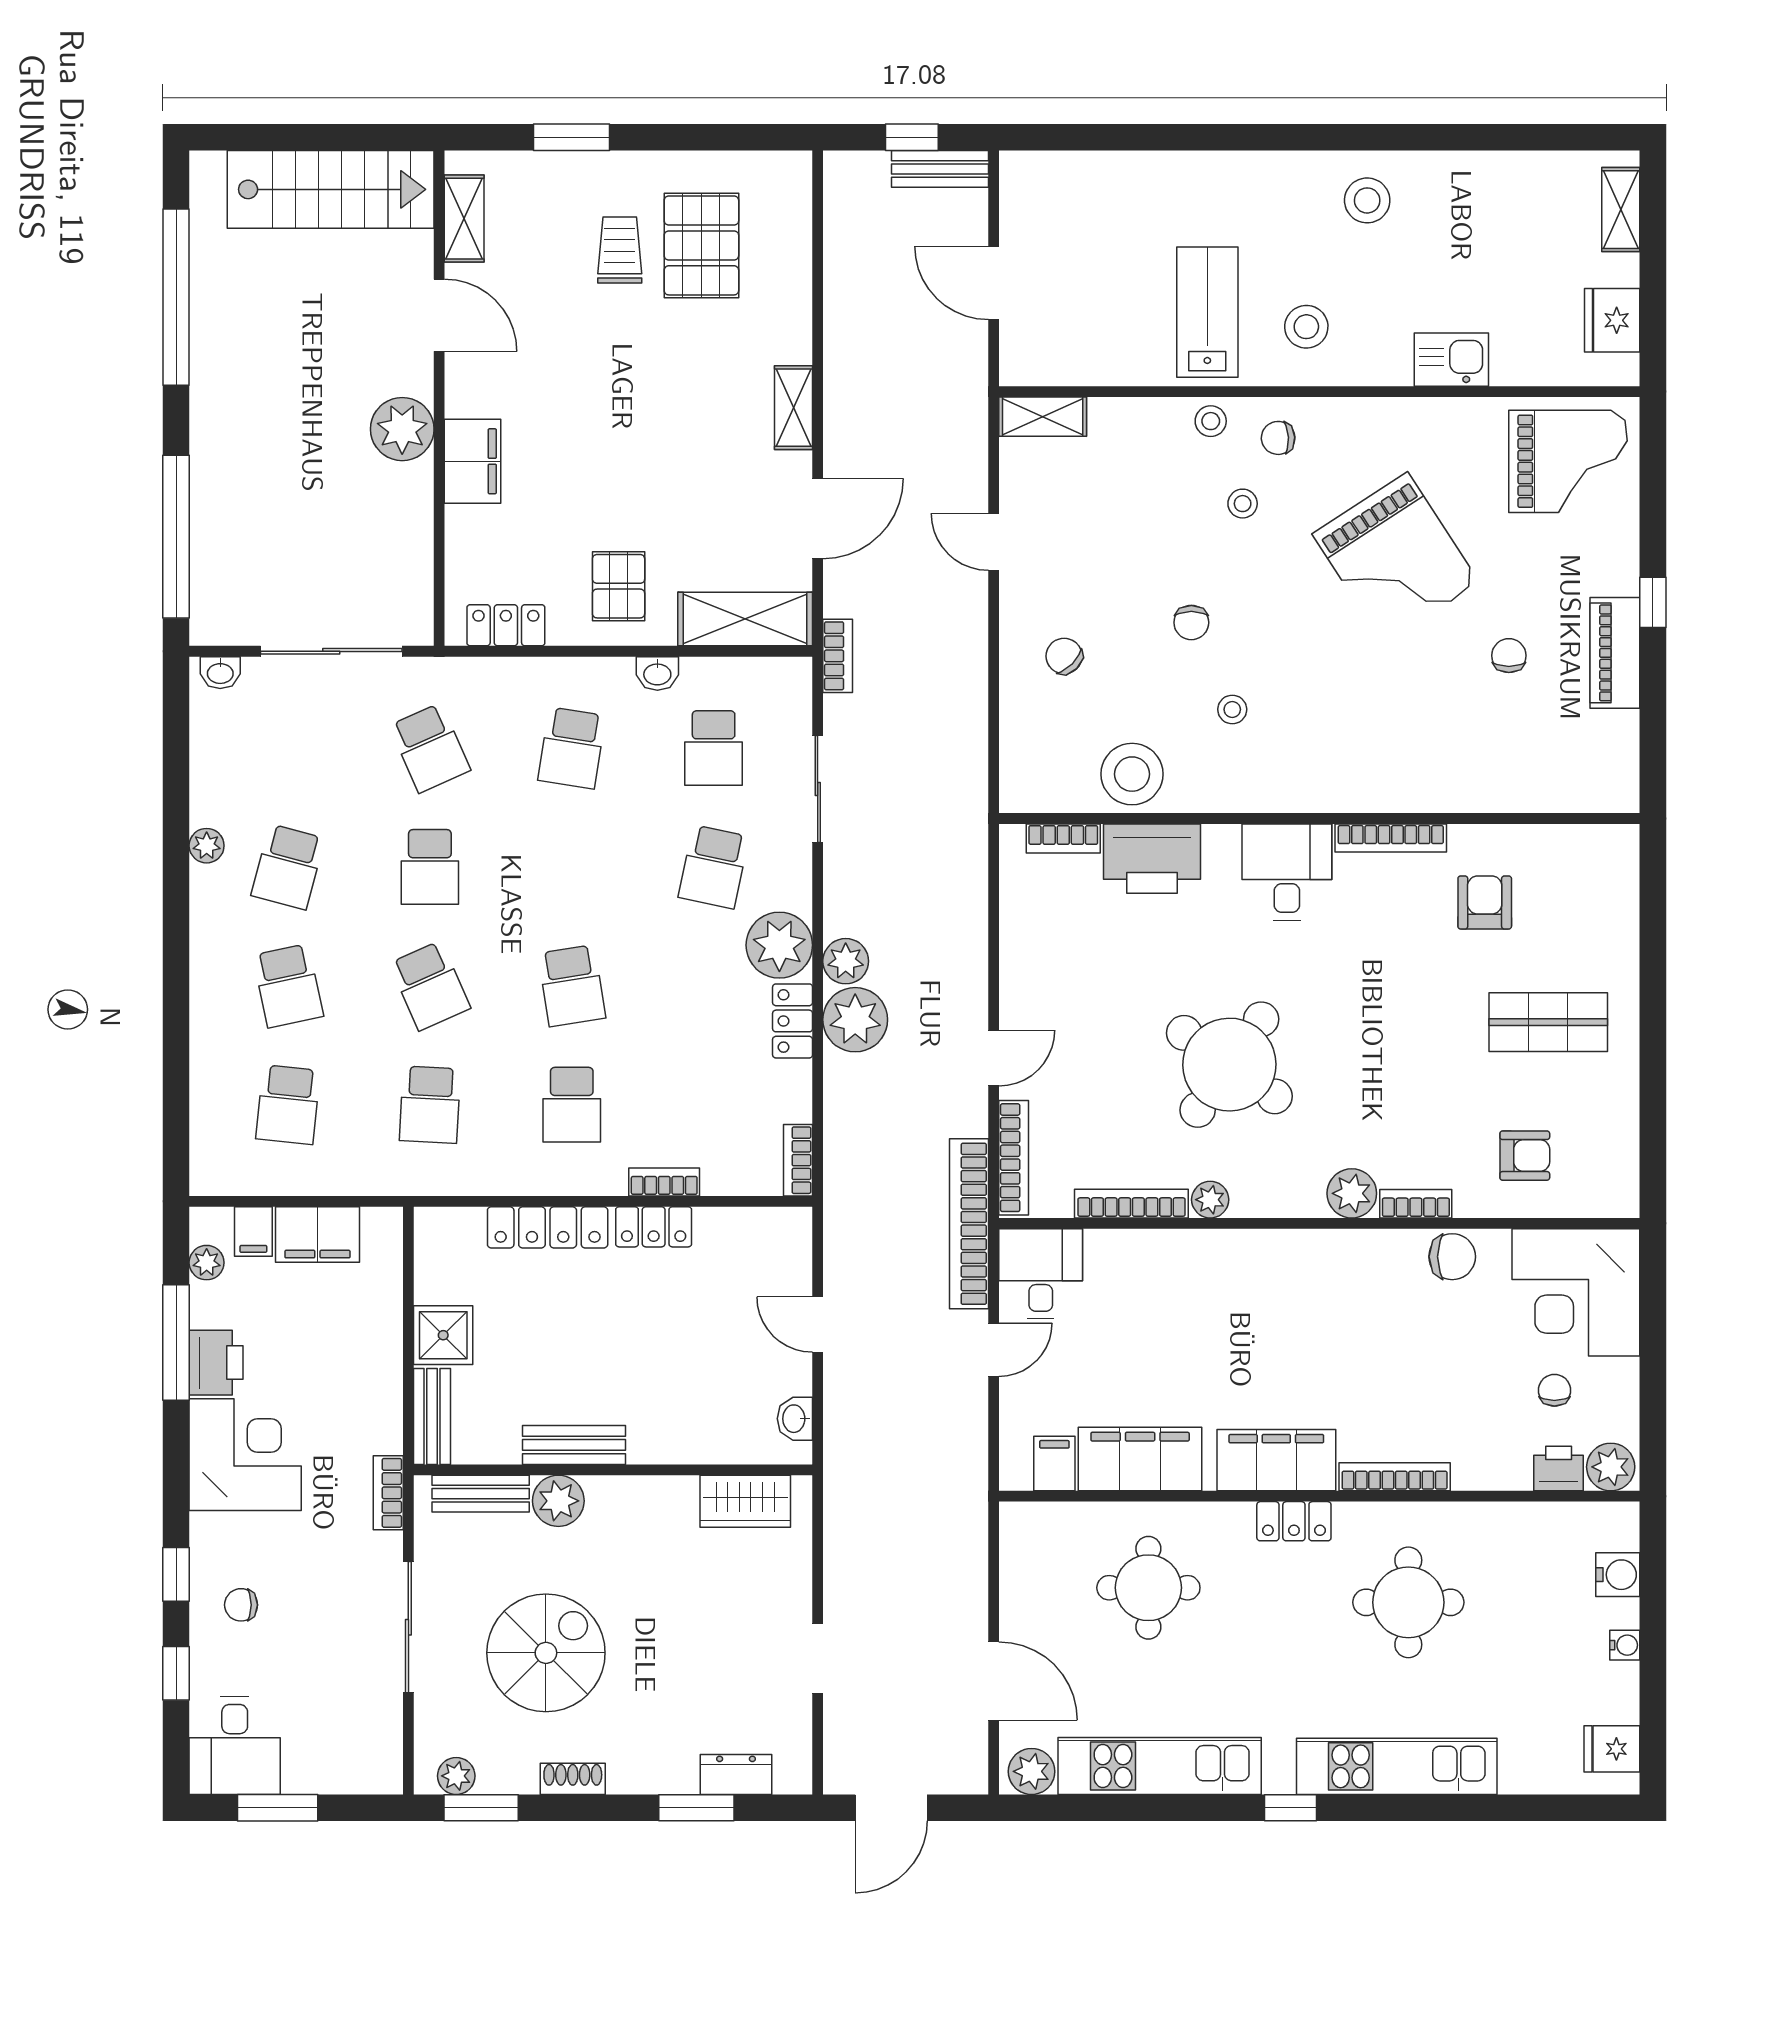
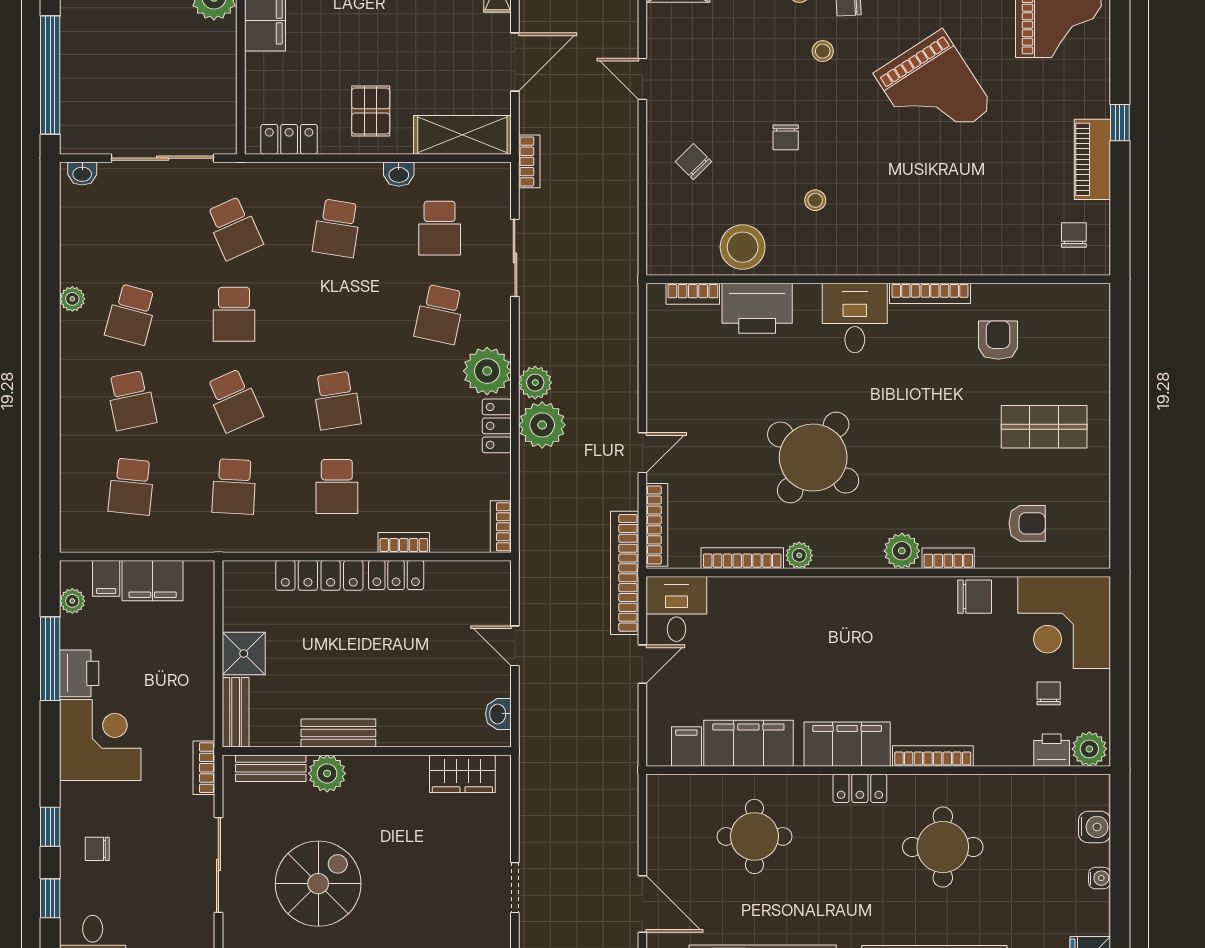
chair: (1509, 656) -> (1074, 235), moved

